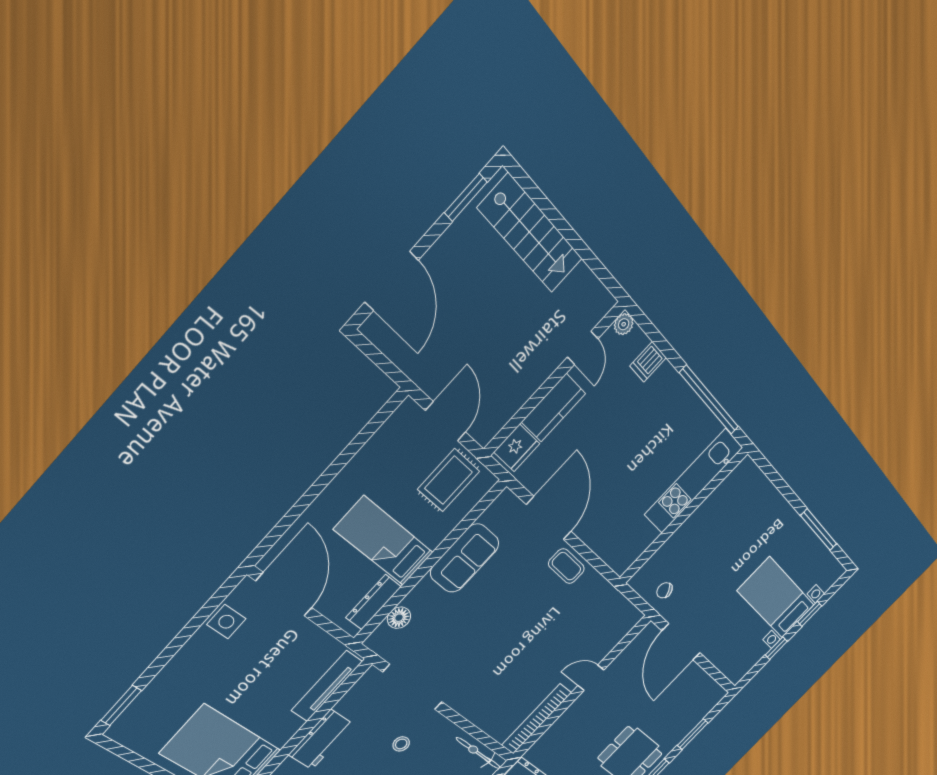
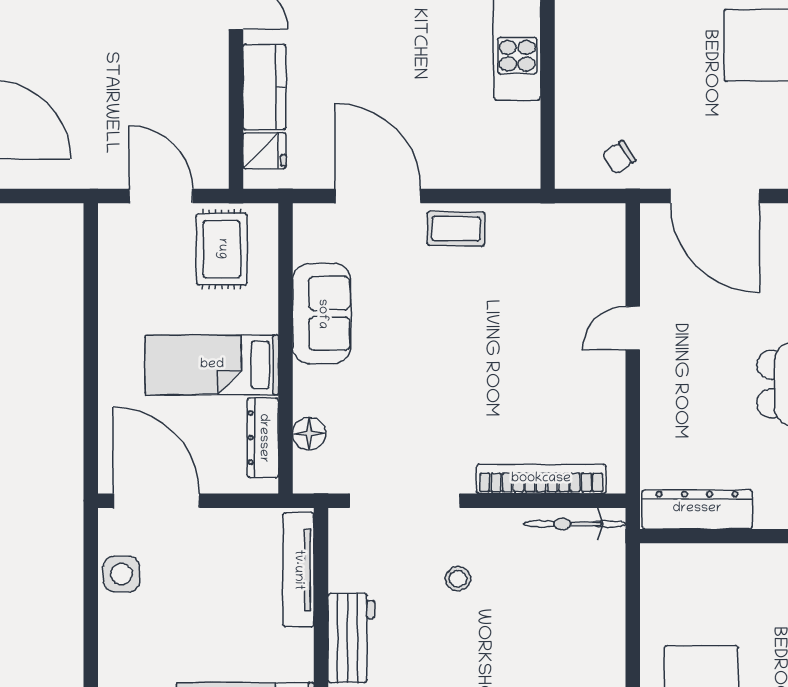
fridge: (517, 448) -> (265, 151), width x0.72
bookcase: (537, 719) -> (541, 479), moved, turned 90

